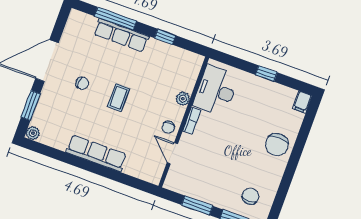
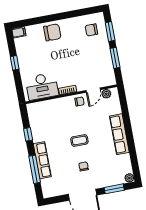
plant: (183, 99) -> (106, 94), moved

